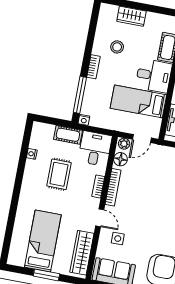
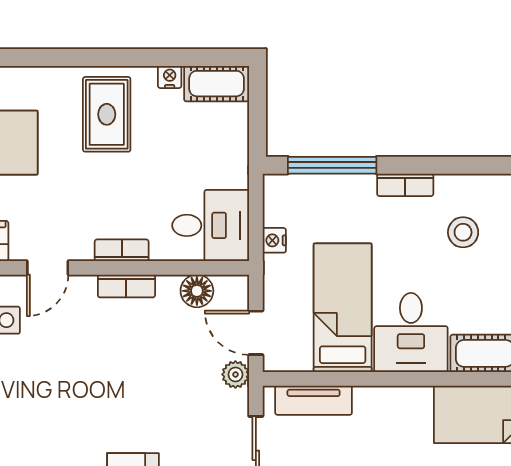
nightstand: (84, 120) -> (274, 240), moved
cot: (68, 135) -> (217, 84), moved, turned 90
plant: (124, 144) -> (235, 374), moved
rug: (59, 174) -> (107, 114), moved, turned 90
bookcase: (113, 187) -> (126, 286), width x0.64

